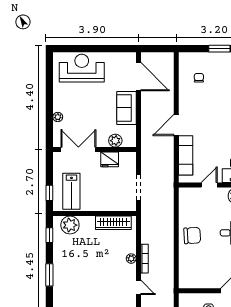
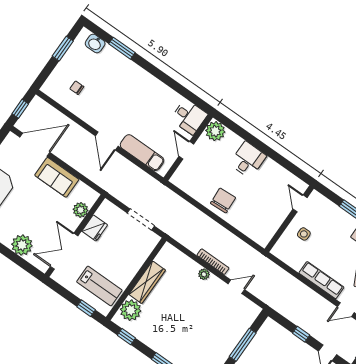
window: (156, 49) -> (20, 109), added
plant: (58, 117) -> (22, 245), width x1.87, depth x1.87
wardrobe: (113, 223) -> (147, 282), moved

